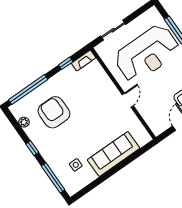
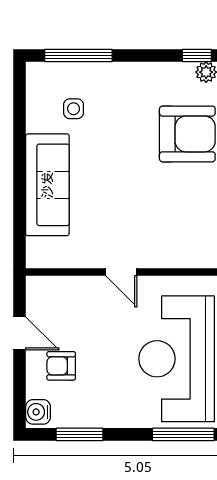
window: (32, 148) -> (197, 55), moved

